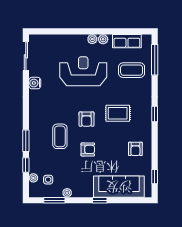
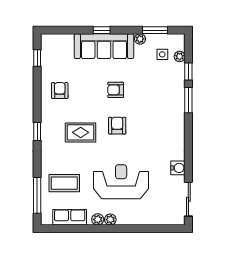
reception desk: (83, 71) -> (121, 182), turned 180
coffee table: (60, 136) -> (148, 105), removed
sofa: (119, 187) -> (104, 46), moved

